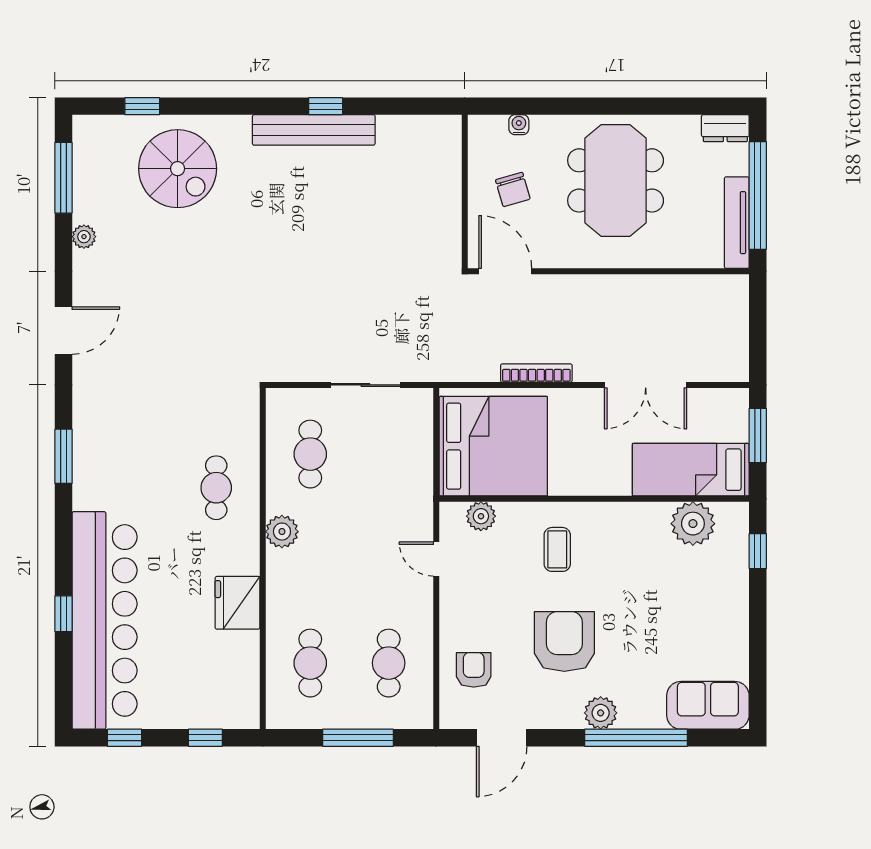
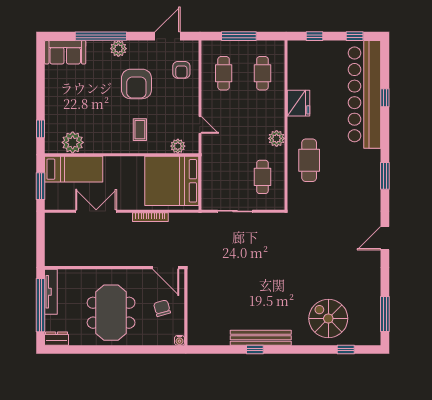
water cooler: (519, 125) -> (180, 340), moved
plant: (84, 237) -> (375, 285), removed
cafe table: (216, 488) -> (309, 160), width x1.37, depth x1.35

